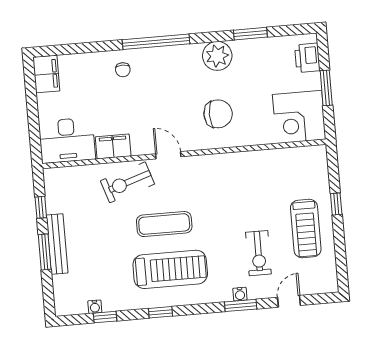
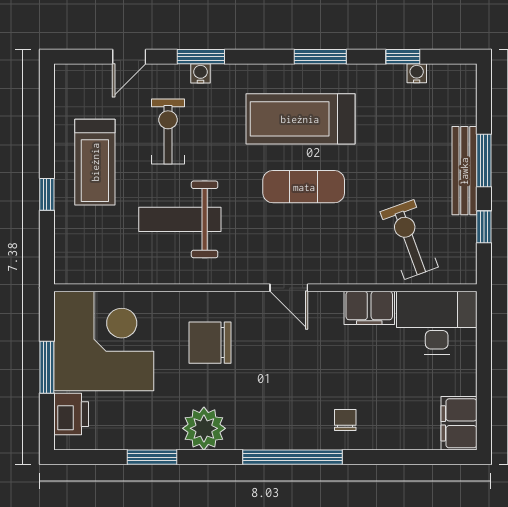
corner desk: (299, 117) -> (104, 341), width x1.36, depth x1.36
exercise bike: (127, 182) -> (409, 239), moved, turned -92
weight bench: (245, 195) -> (180, 219), added
treadmill: (306, 229) -> (95, 162), turned 180
window: (161, 312) -> (320, 57), width x1.50

